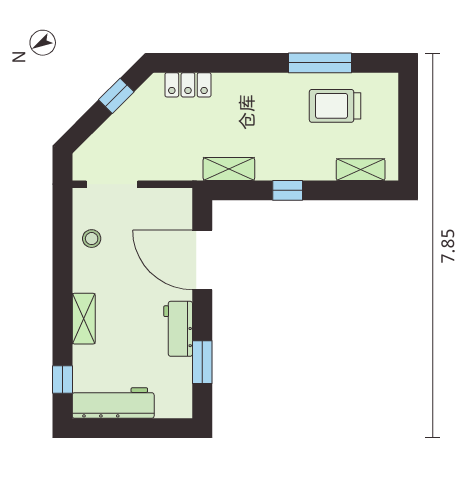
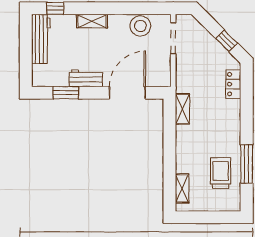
window: (288, 190) -> (170, 144), removed
stool: (92, 239) -> (140, 26), width x1.89, depth x1.89

